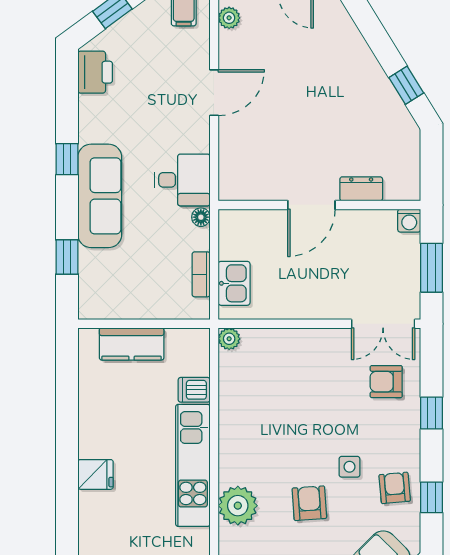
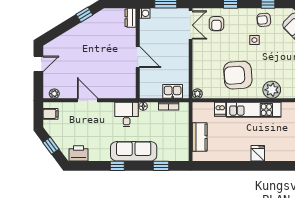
dresser: (361, 189) -> (131, 18), moved
armchair: (309, 503) -> (238, 75), moved, width x1.88, depth x1.88

